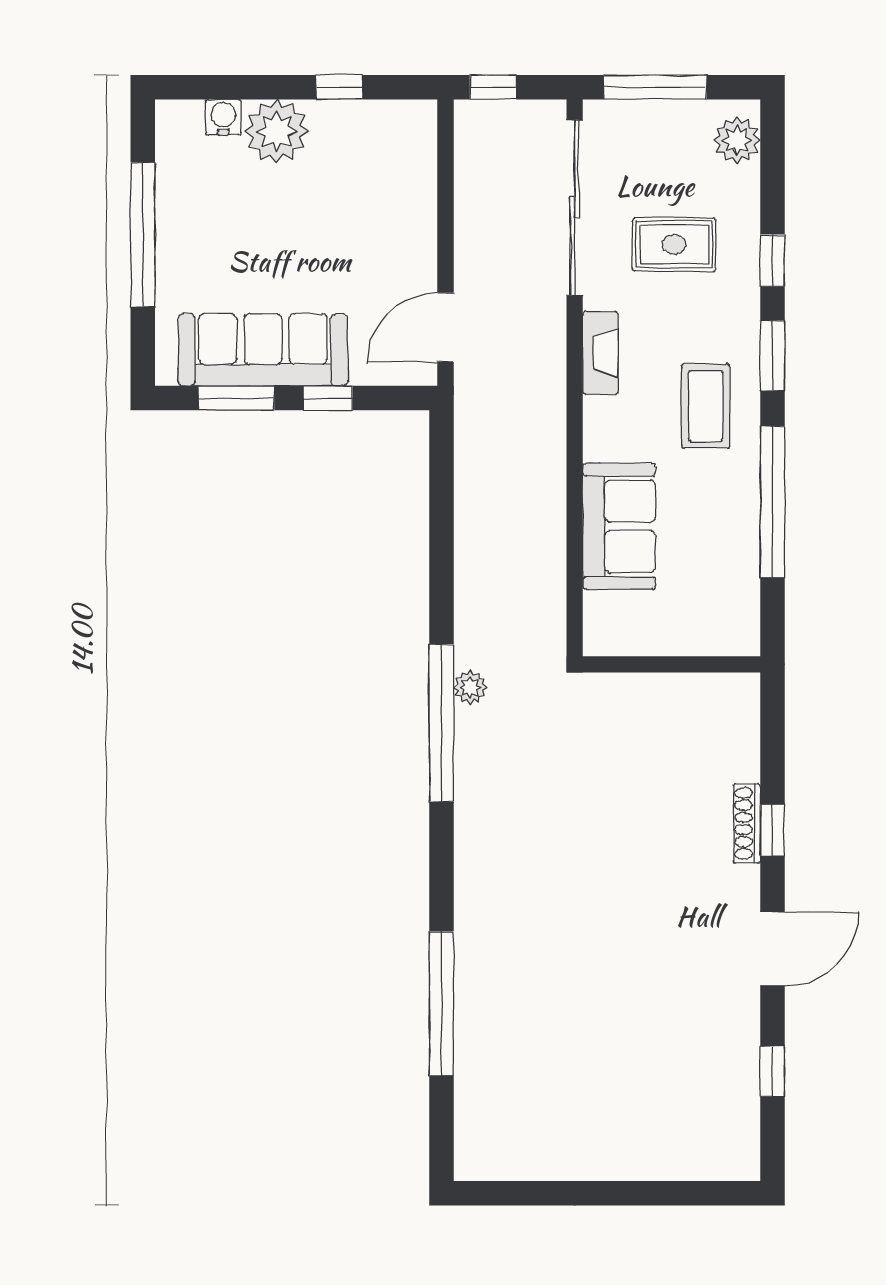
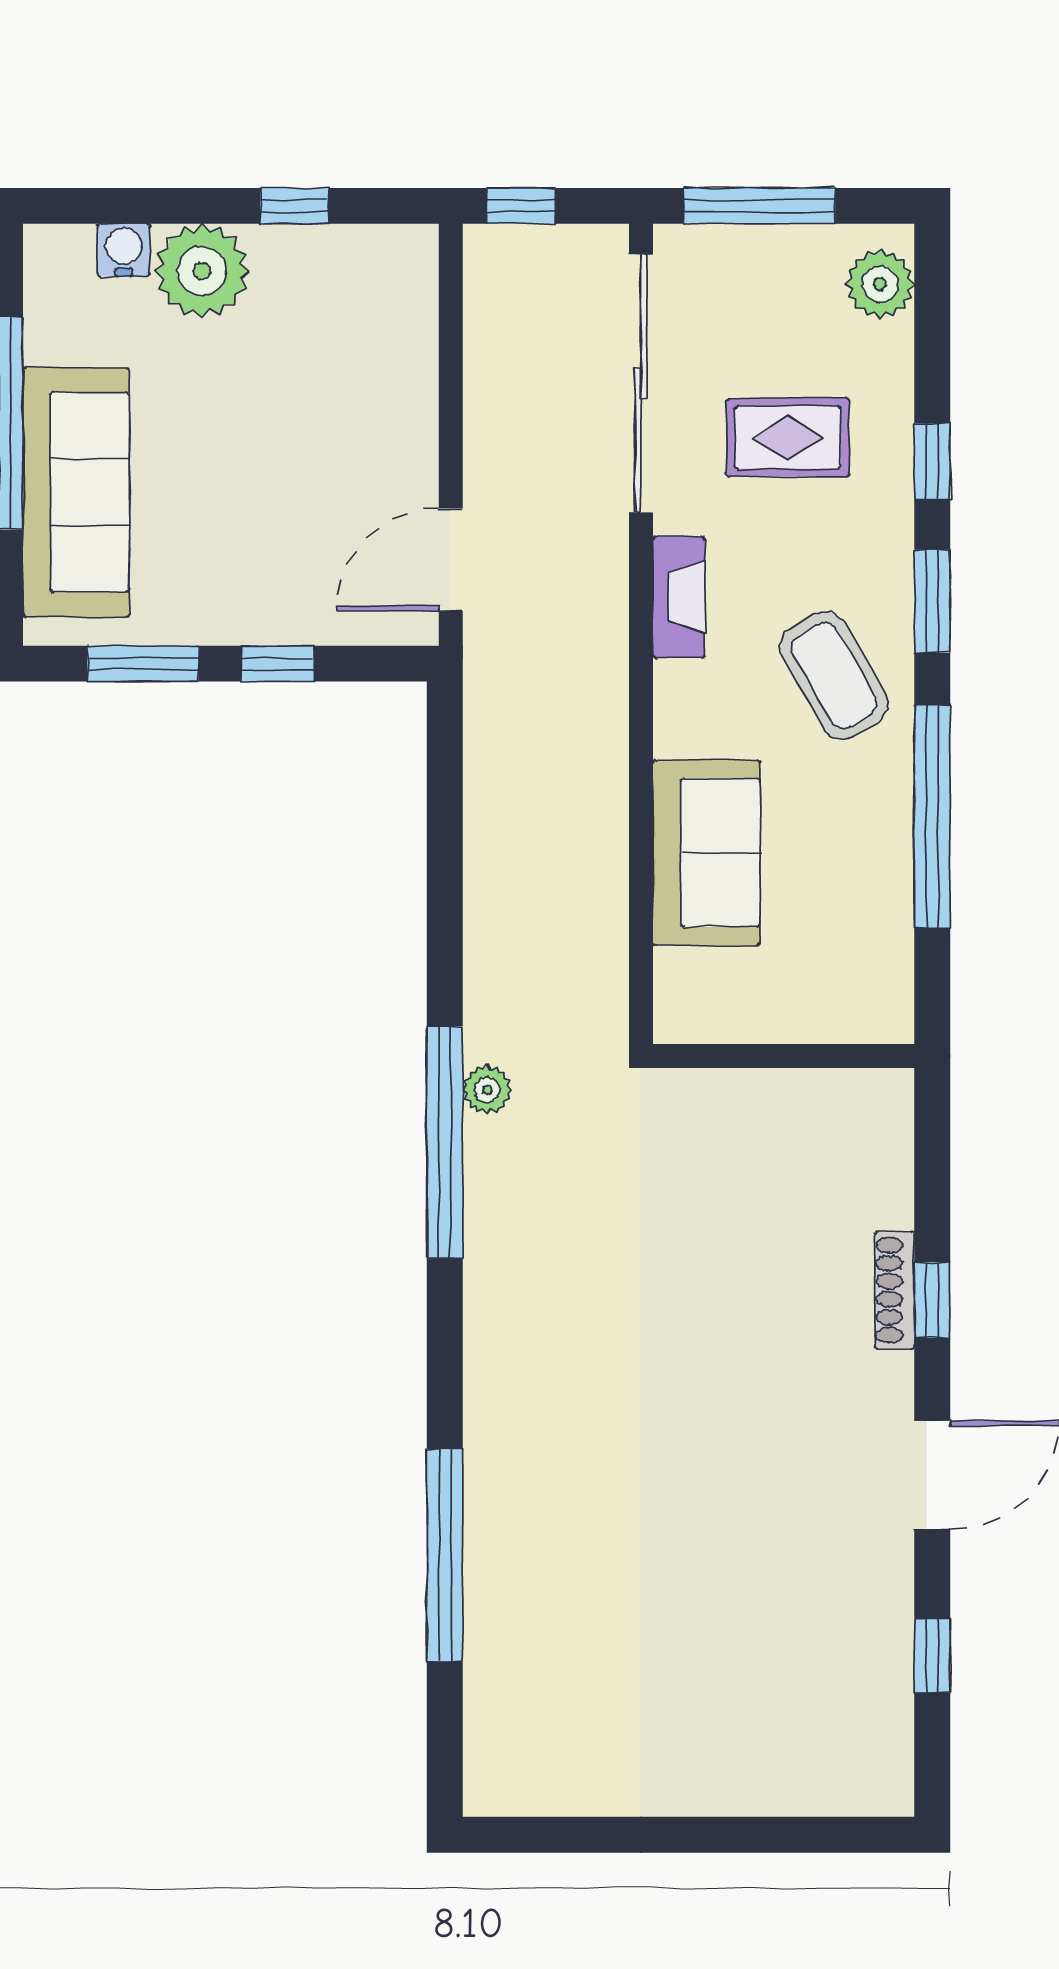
sofa: (263, 350) -> (76, 492), moved, turned 90
coffee table: (706, 406) -> (834, 676), turned -30

